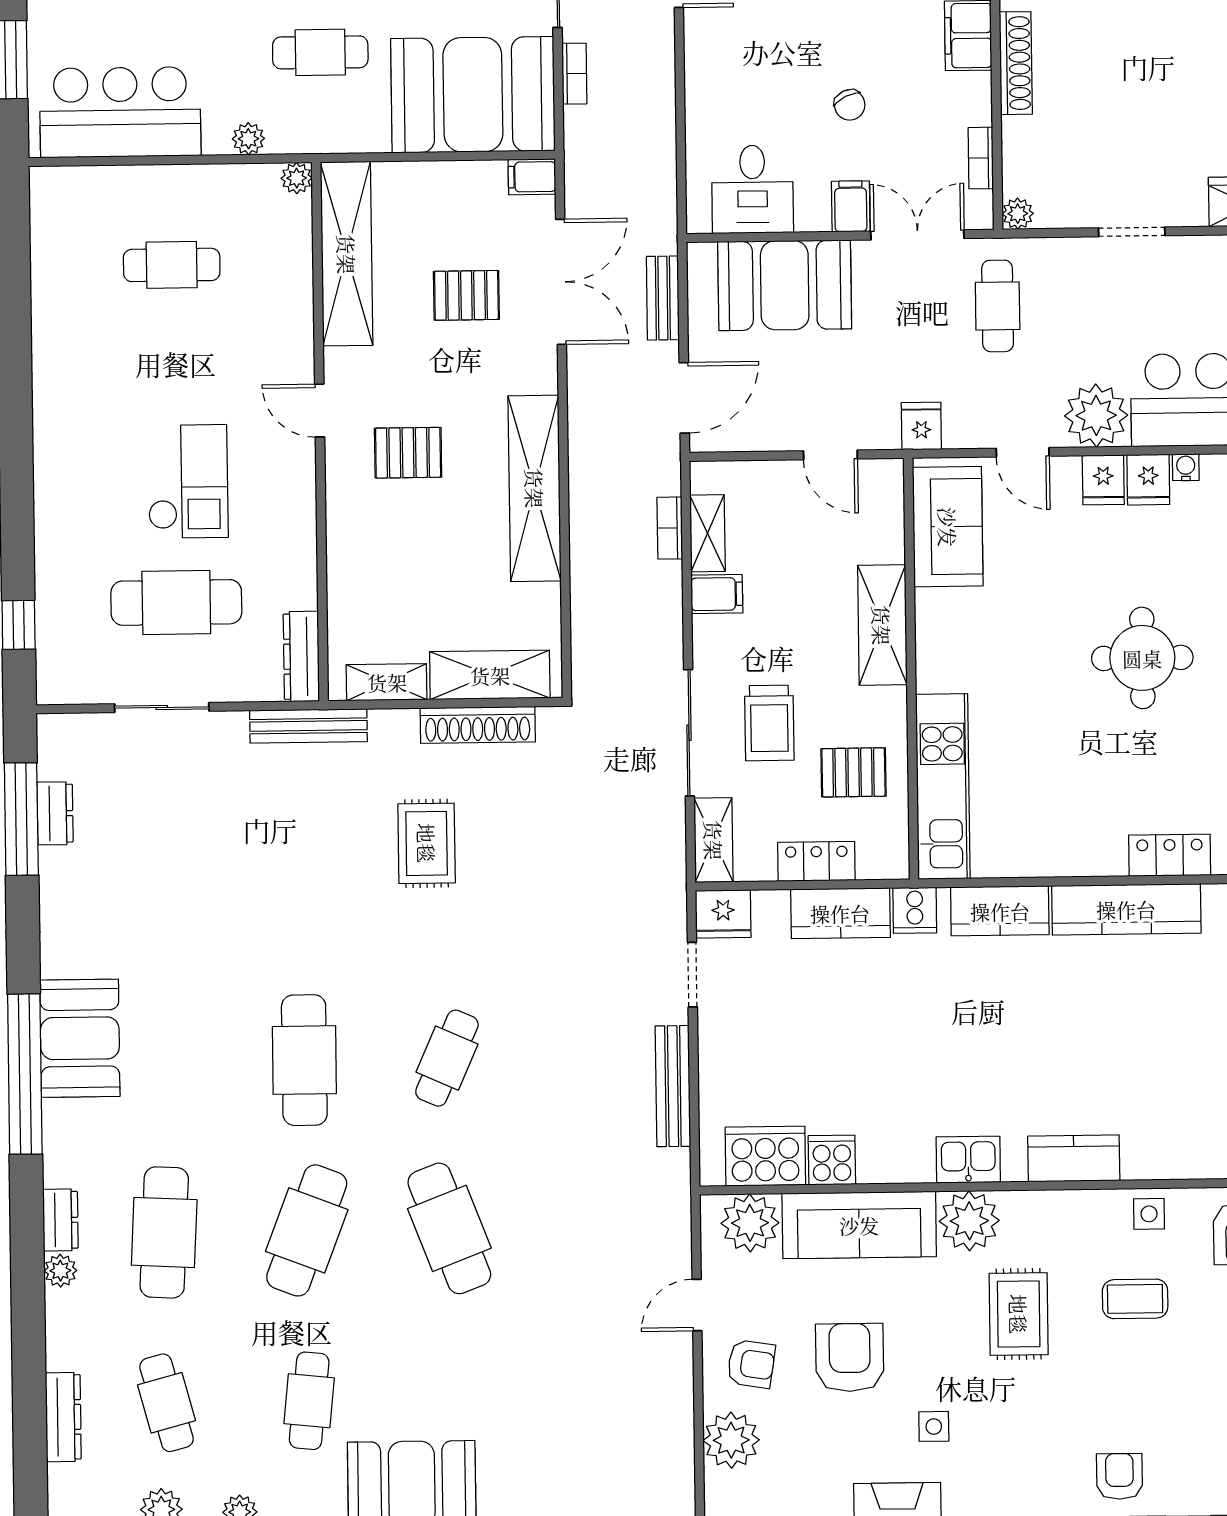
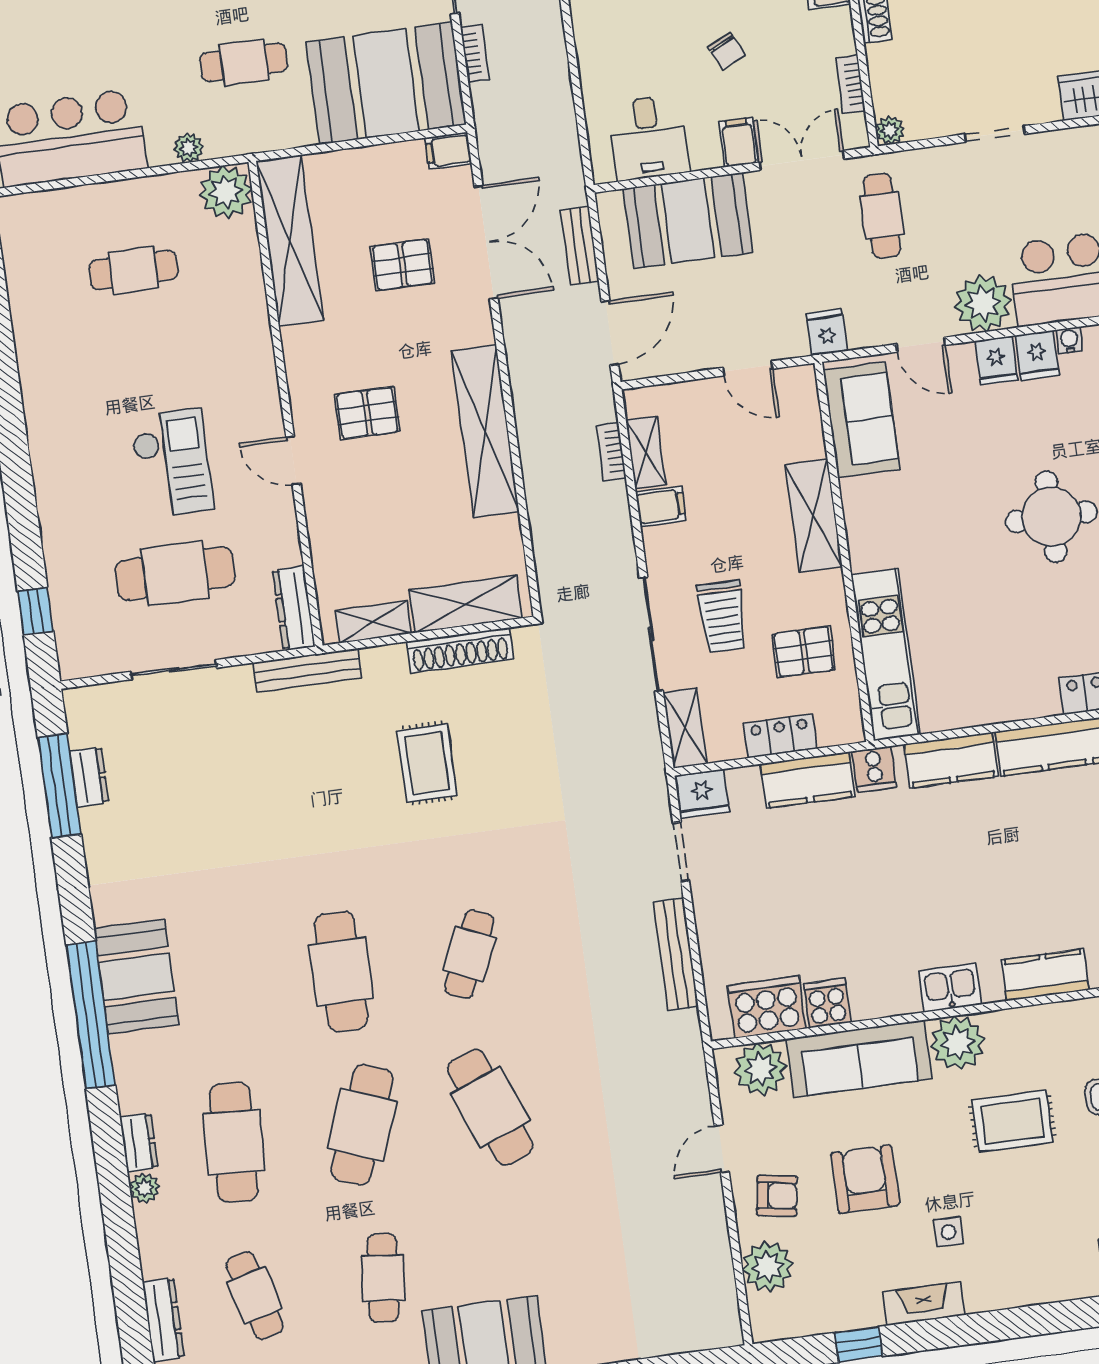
plant: (297, 178) -> (226, 192), width x1.88, depth x1.88
door: (320, 411) -> (293, 460), moved
rug: (1019, 1314) -> (1012, 1121), turned 90

